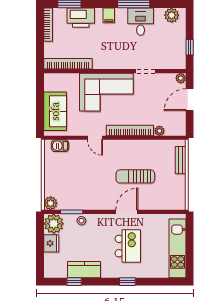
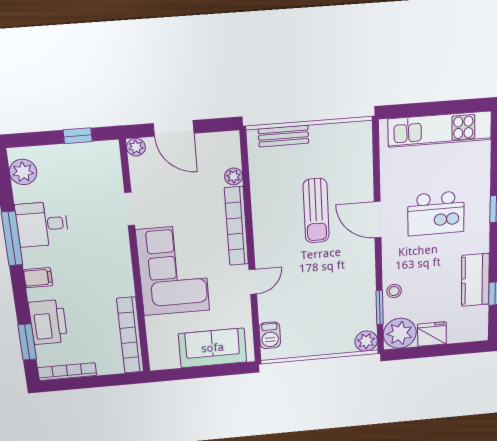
kitchen island: (128, 246) -> (436, 213), turned 180

